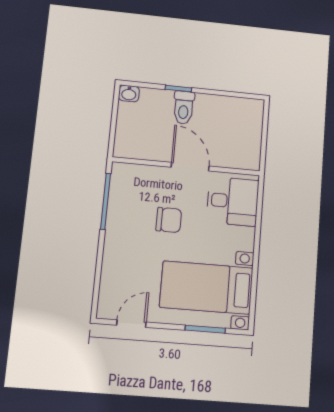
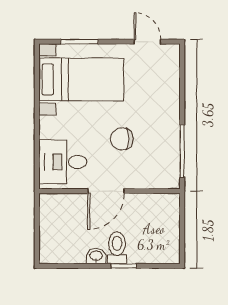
washbasin: (129, 94) -> (96, 256), moved
door: (190, 167) -> (106, 191), hinge flipped
door: (131, 324) -> (147, 42), swing flipped

